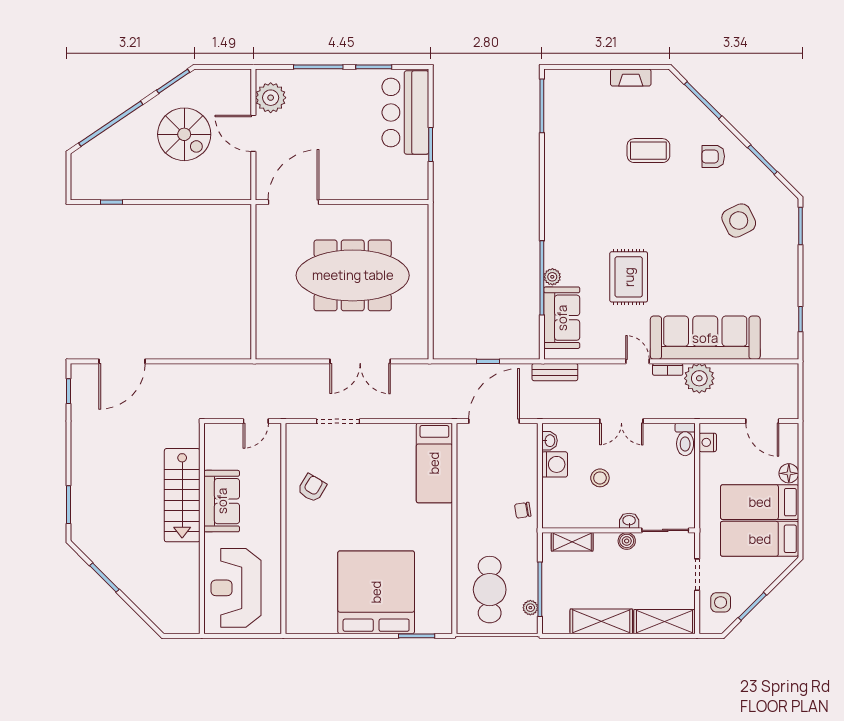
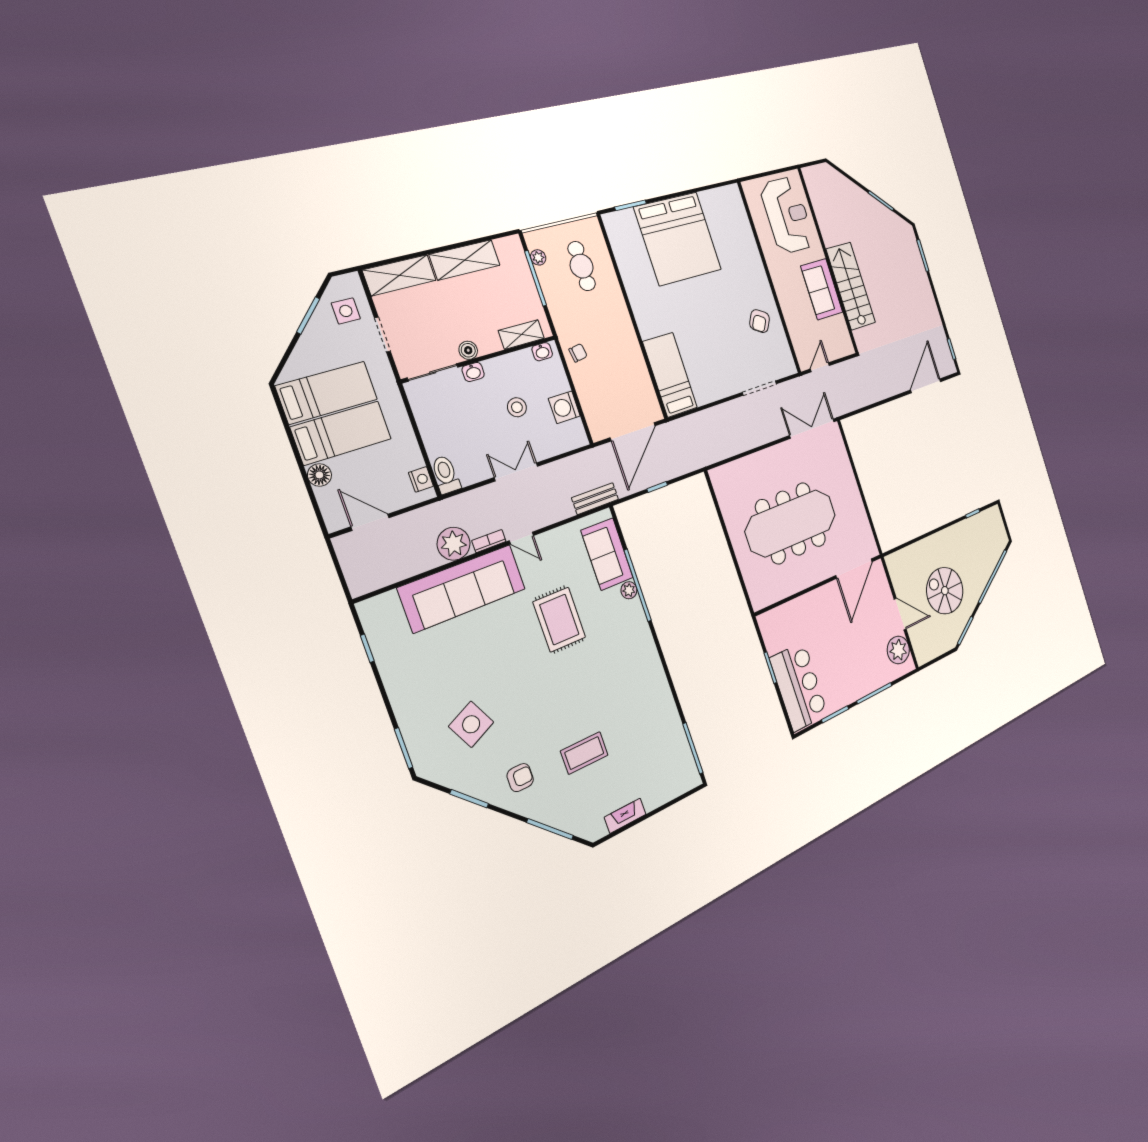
double door: (360, 361) -> (812, 429), moved
washbasin: (550, 441) -> (542, 352), moved, turned -90
cafe table: (490, 590) -> (582, 266), width x0.73, depth x0.74

